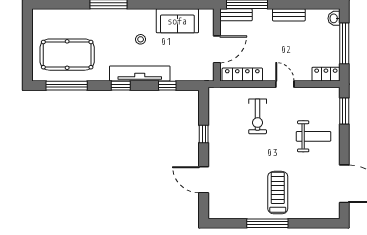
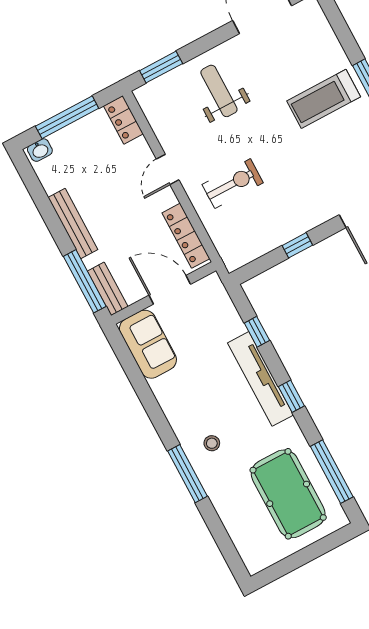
bench: (289, 15) -> (73, 223), width x1.36
sofa: (177, 21) -> (148, 344), moved
stool: (141, 39) -> (212, 443), moved

